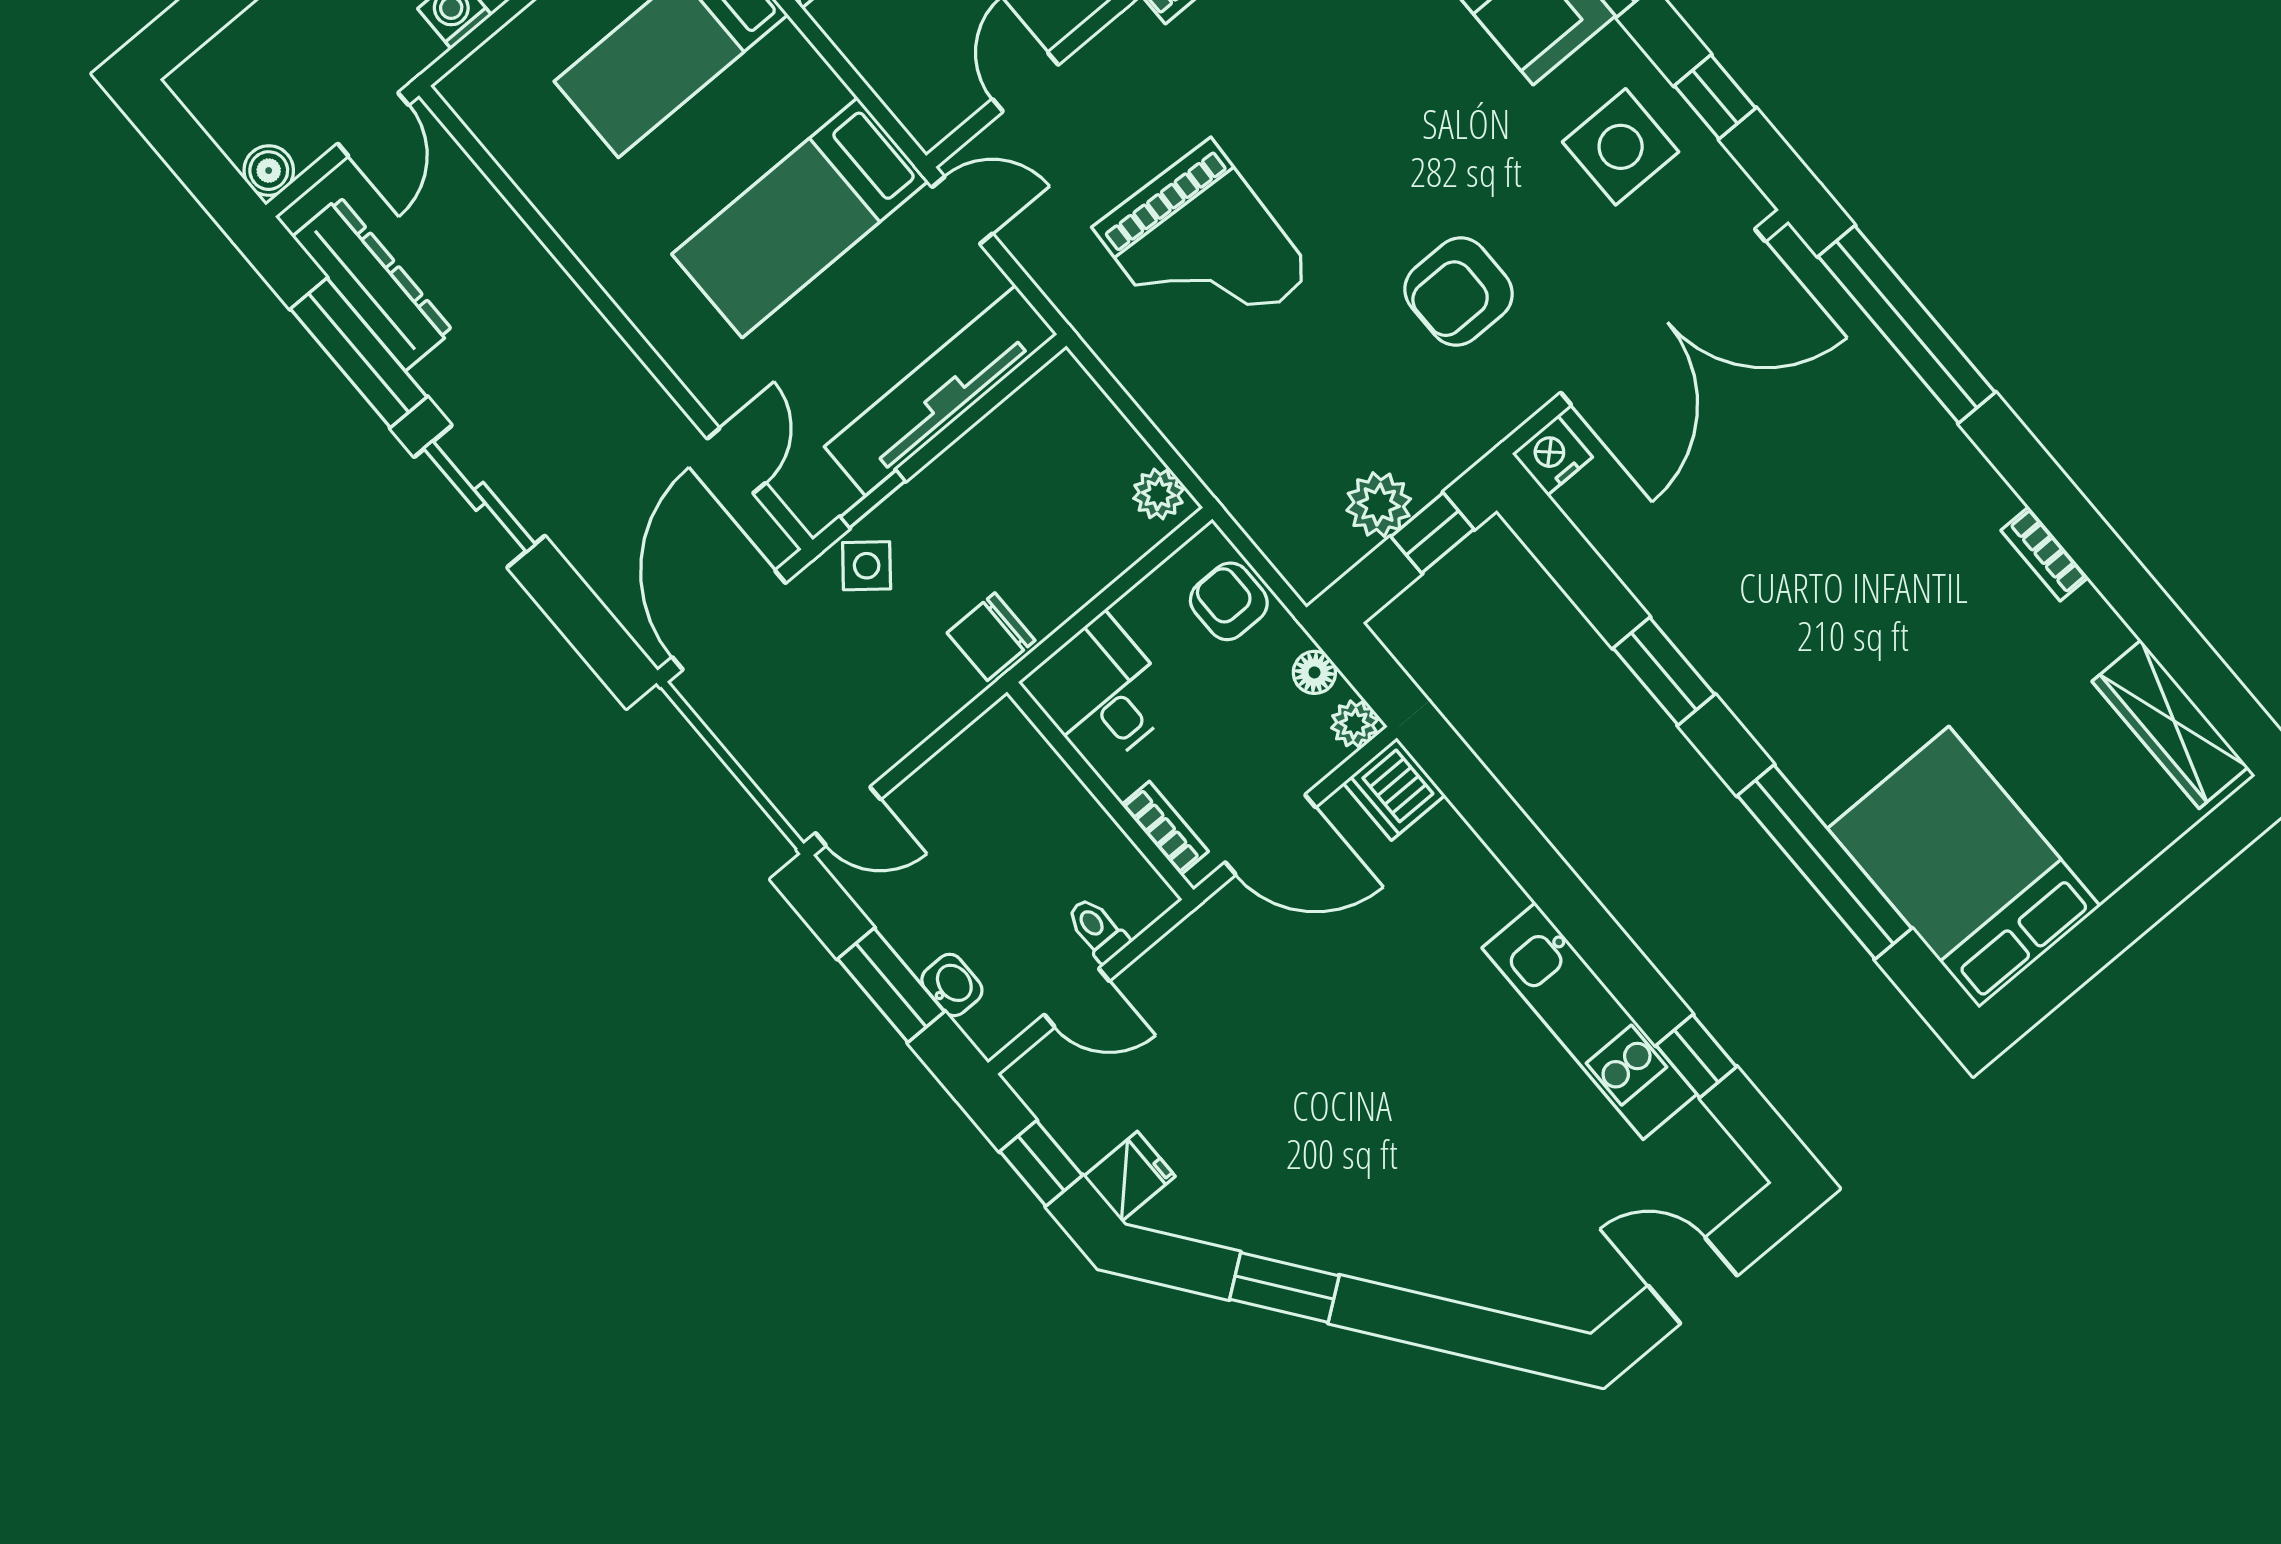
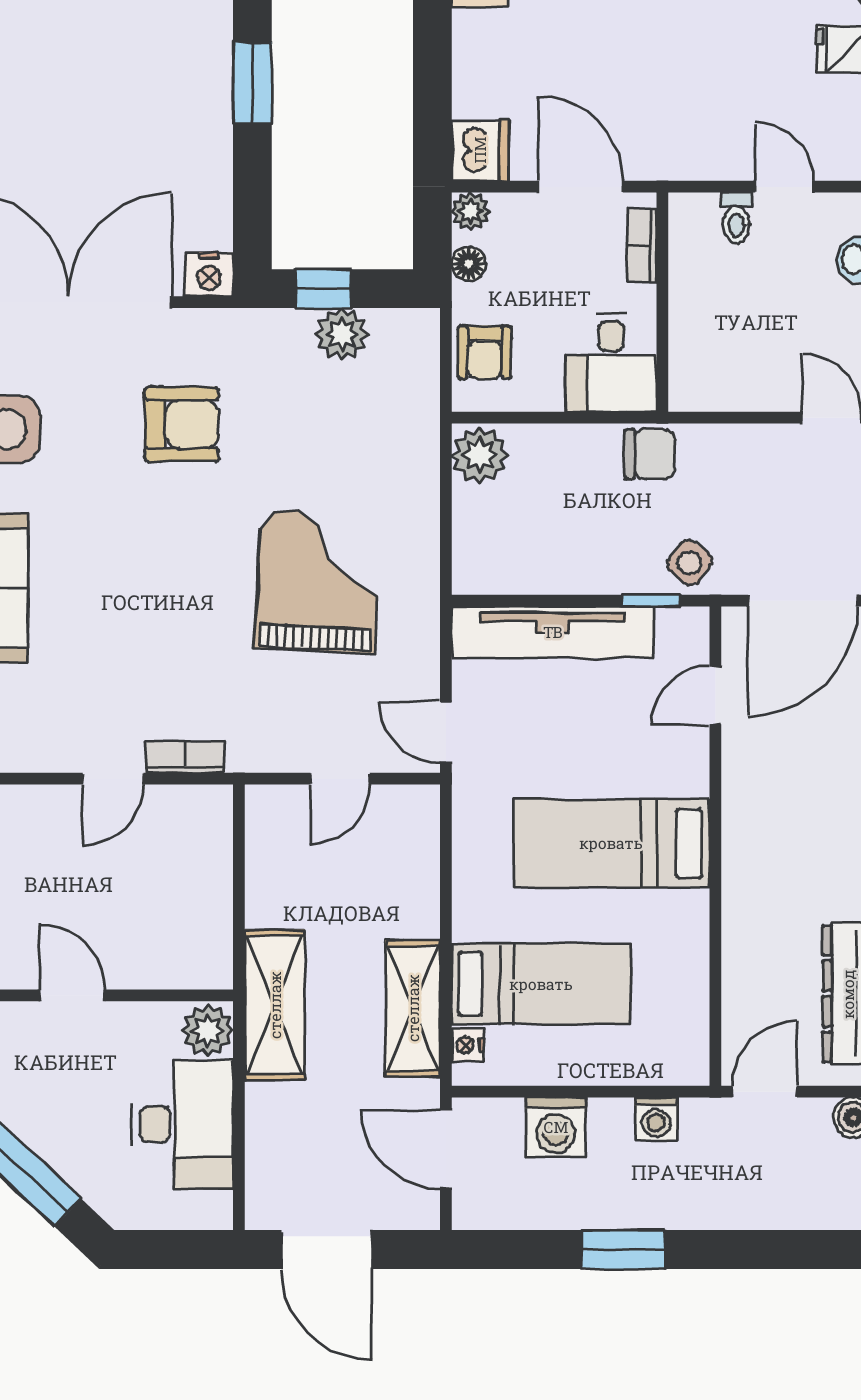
bed: (800, 218) -> (611, 843), moved, turned 180
plant: (1158, 494) -> (480, 455), width x1.38, depth x1.38

